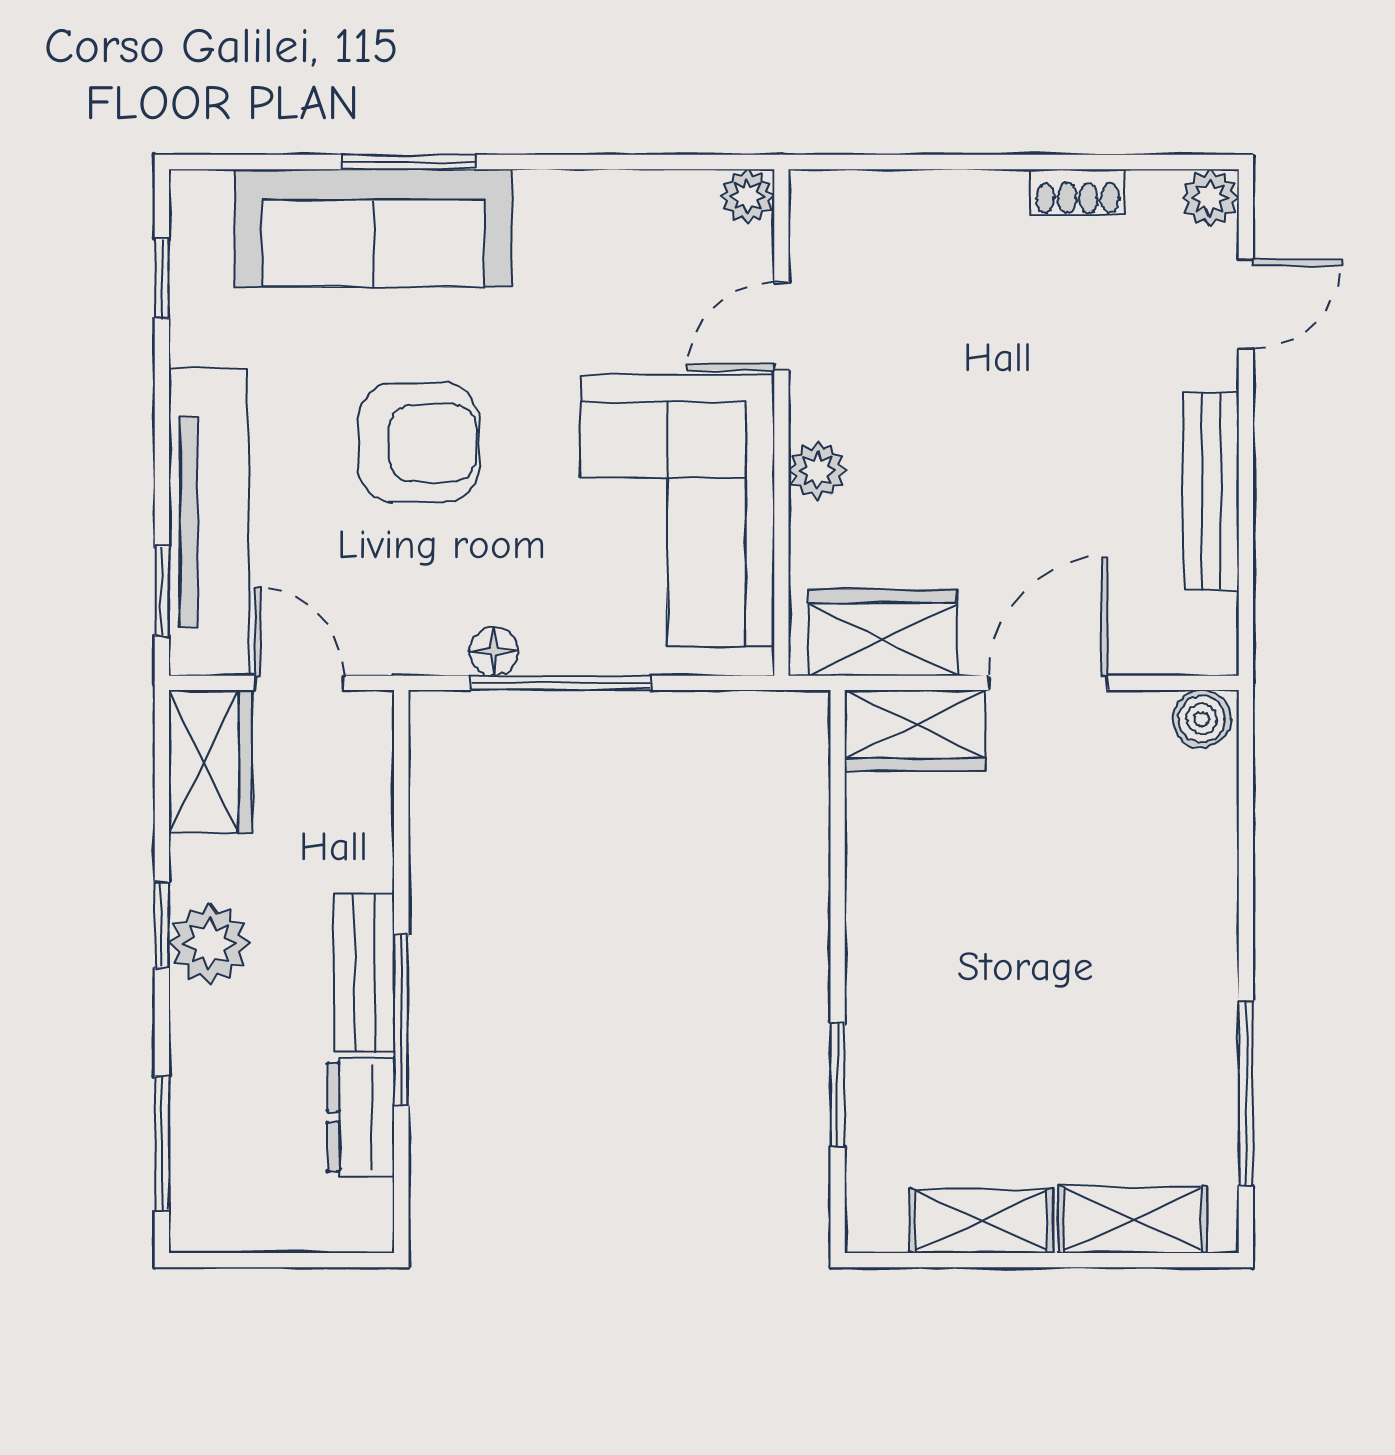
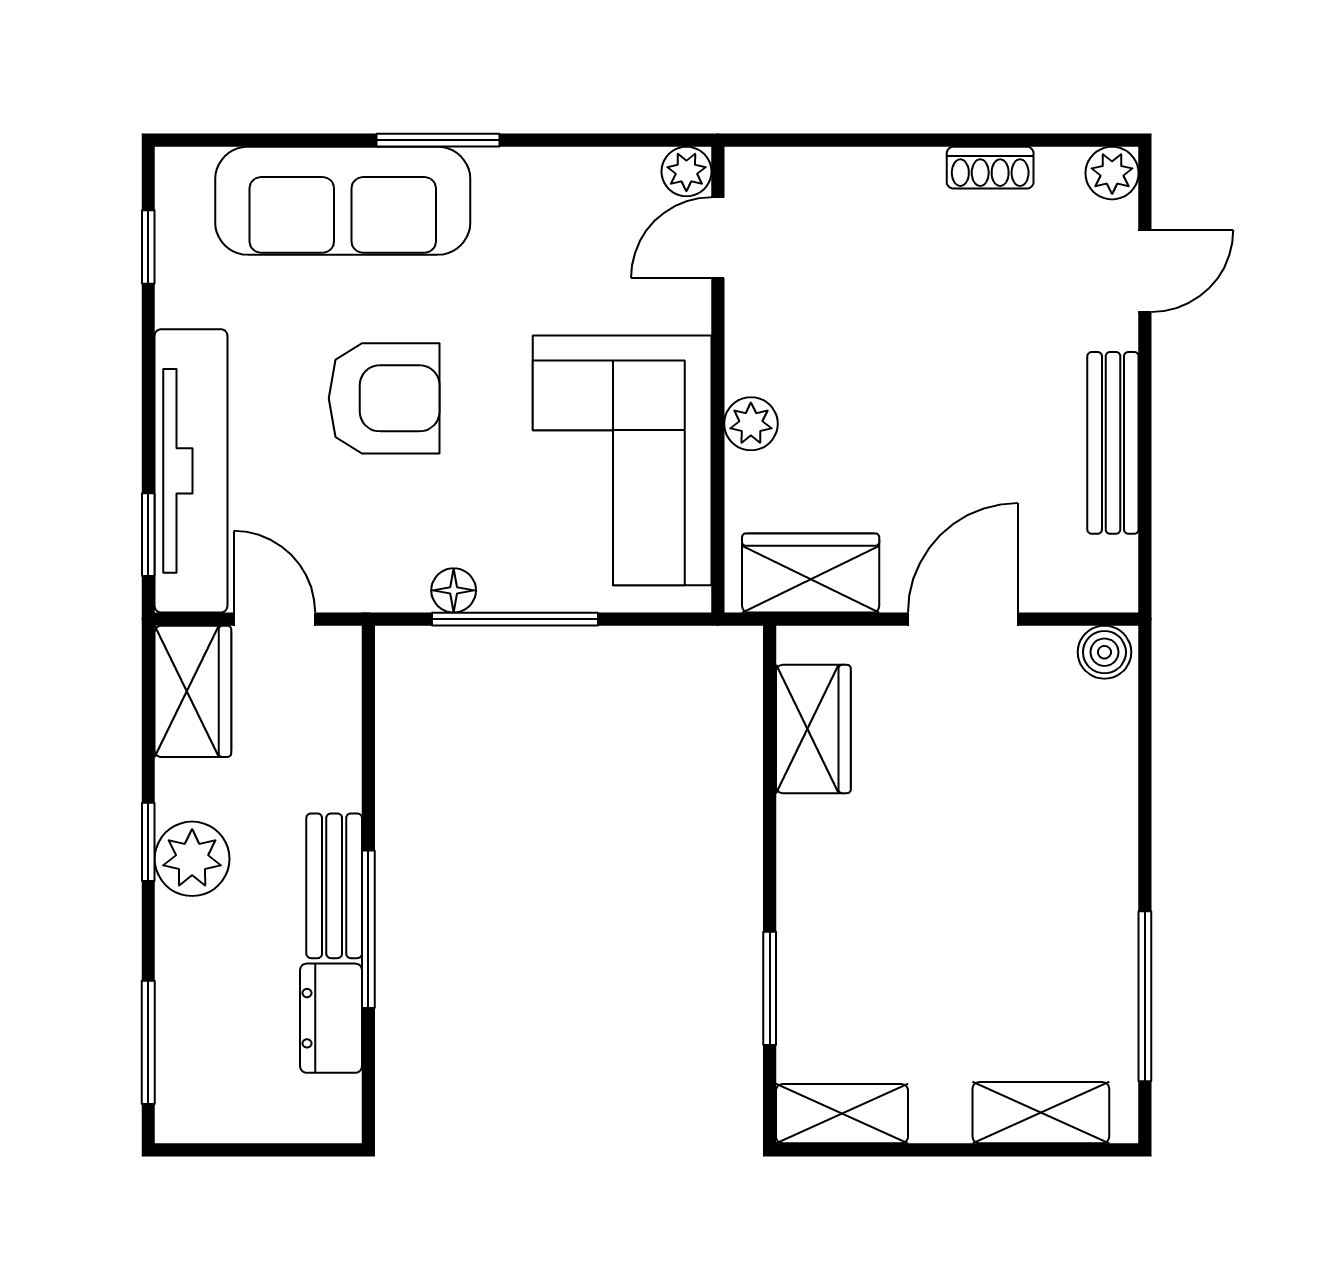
window: (409, 162) -> (438, 140), moved
door: (781, 326) -> (718, 238), moved
wardrobe: (916, 730) -> (813, 729), moved, turned -90
shelving: (981, 1221) -> (842, 1114), moved

